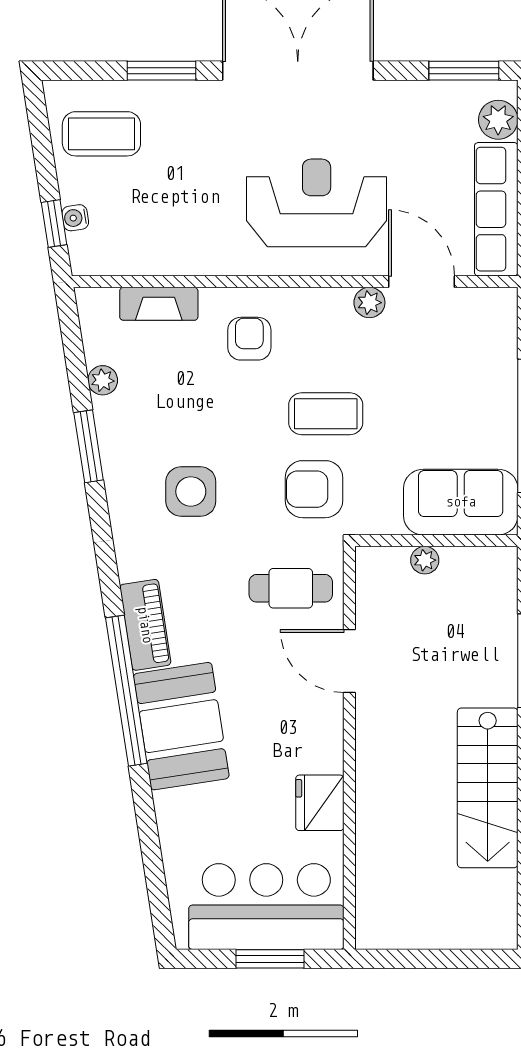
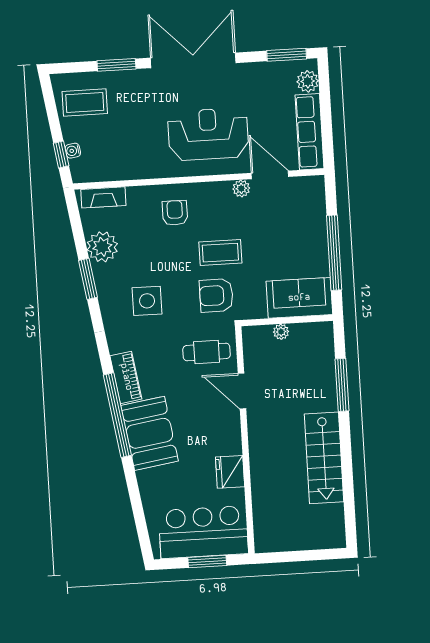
fireplace: (159, 304) -> (103, 197), moved
plant: (103, 380) -> (102, 247), width x1.88, depth x1.88

